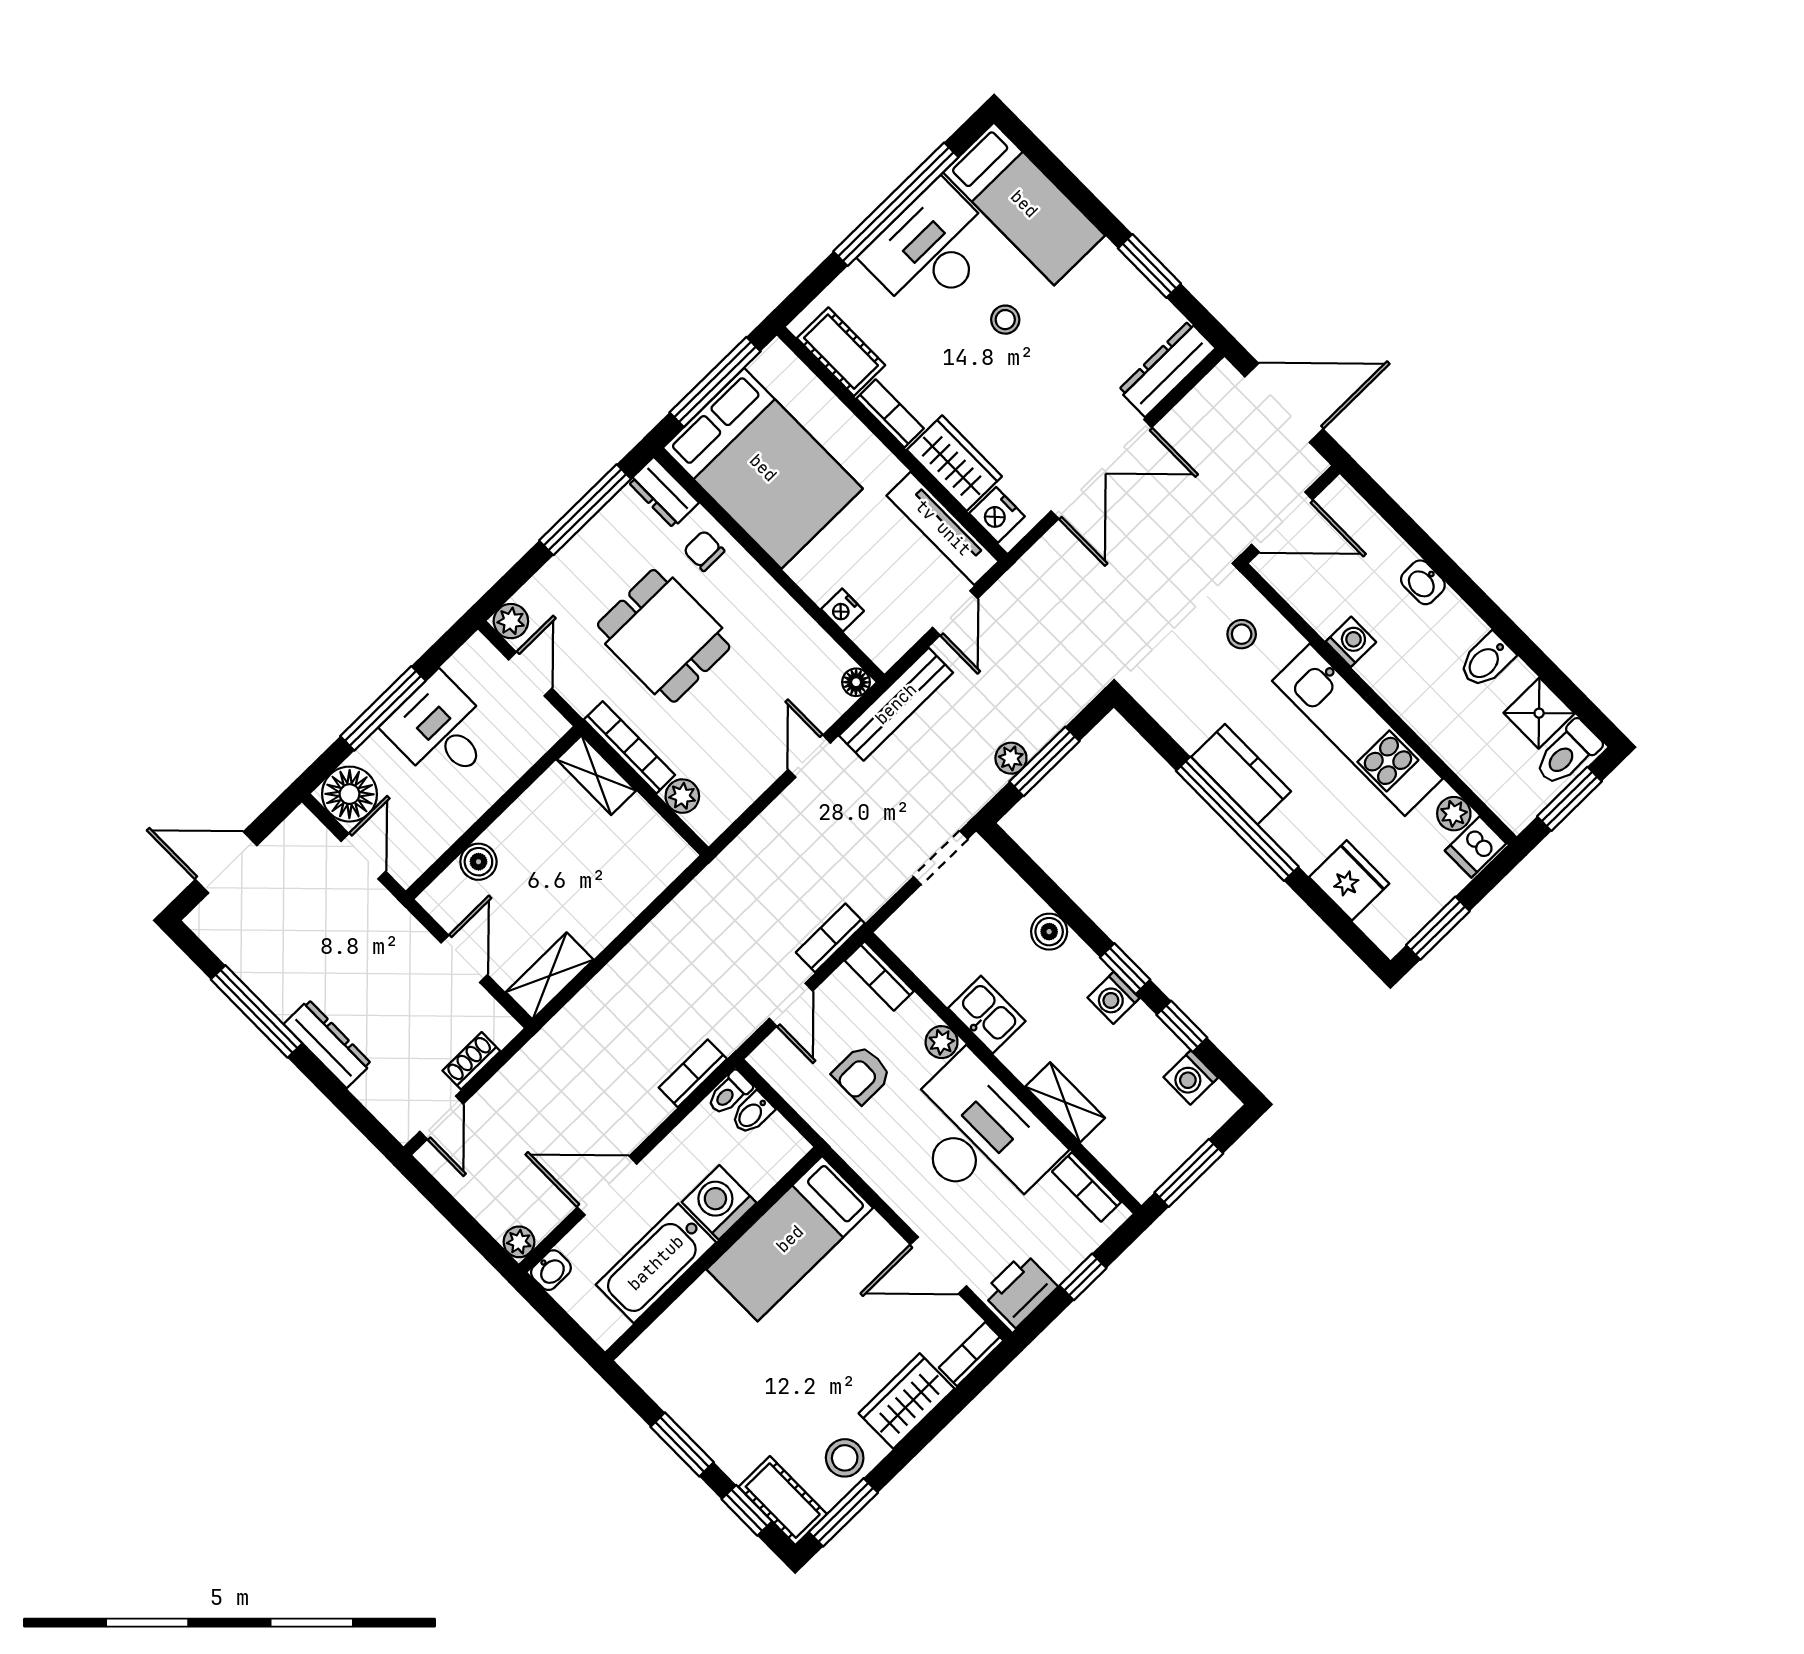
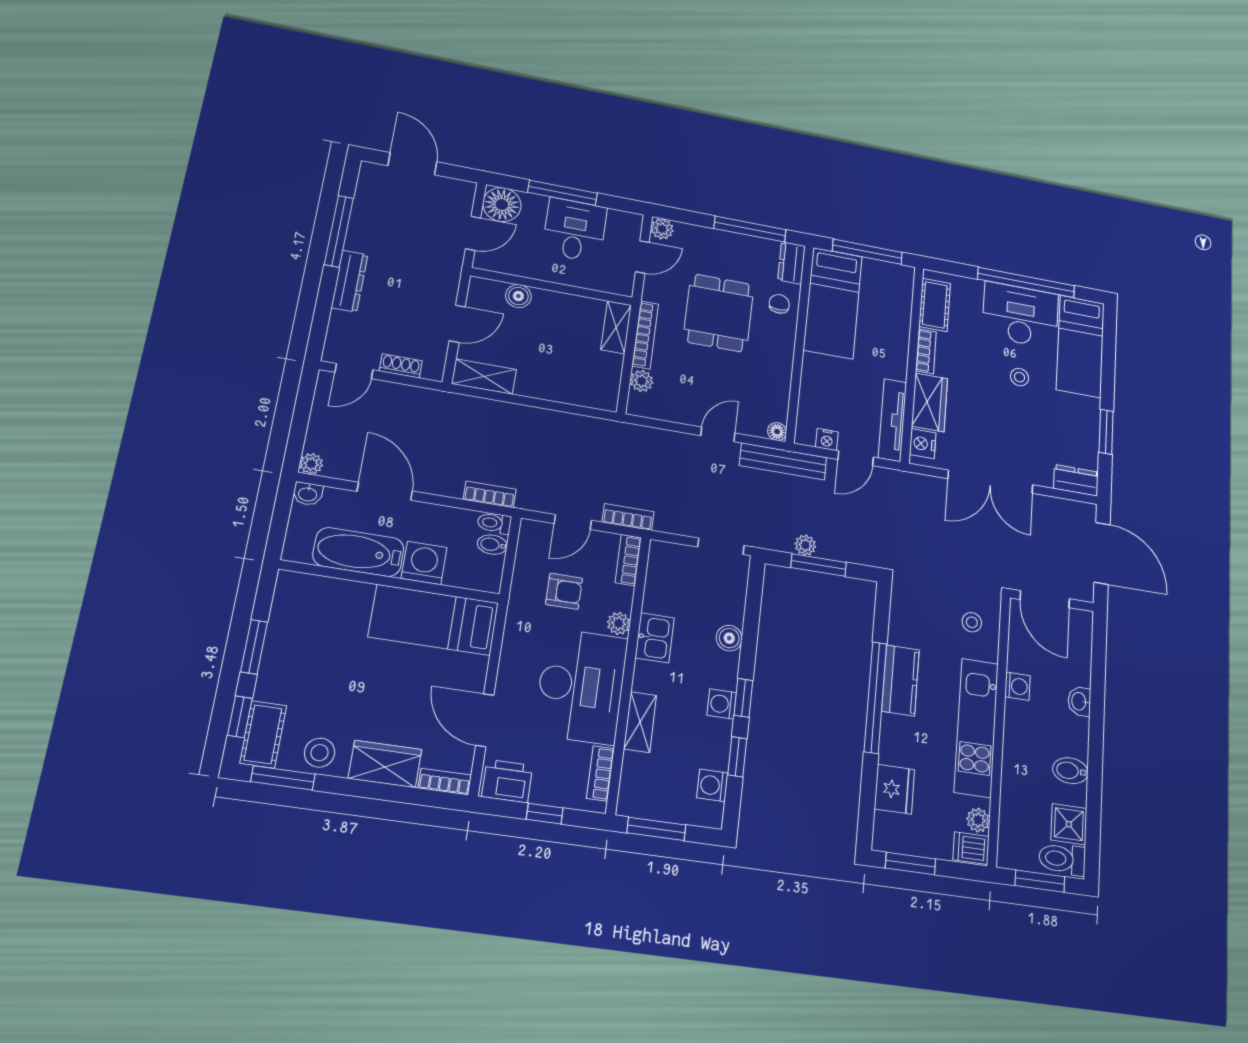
dresser: (1167, 369) -> (1076, 480), width x0.70
bed: (763, 468) -> (833, 303), width x0.67
nightstand: (843, 610) -> (827, 440), moved, turned -90
armchair: (862, 1074) -> (564, 591), turned 180

